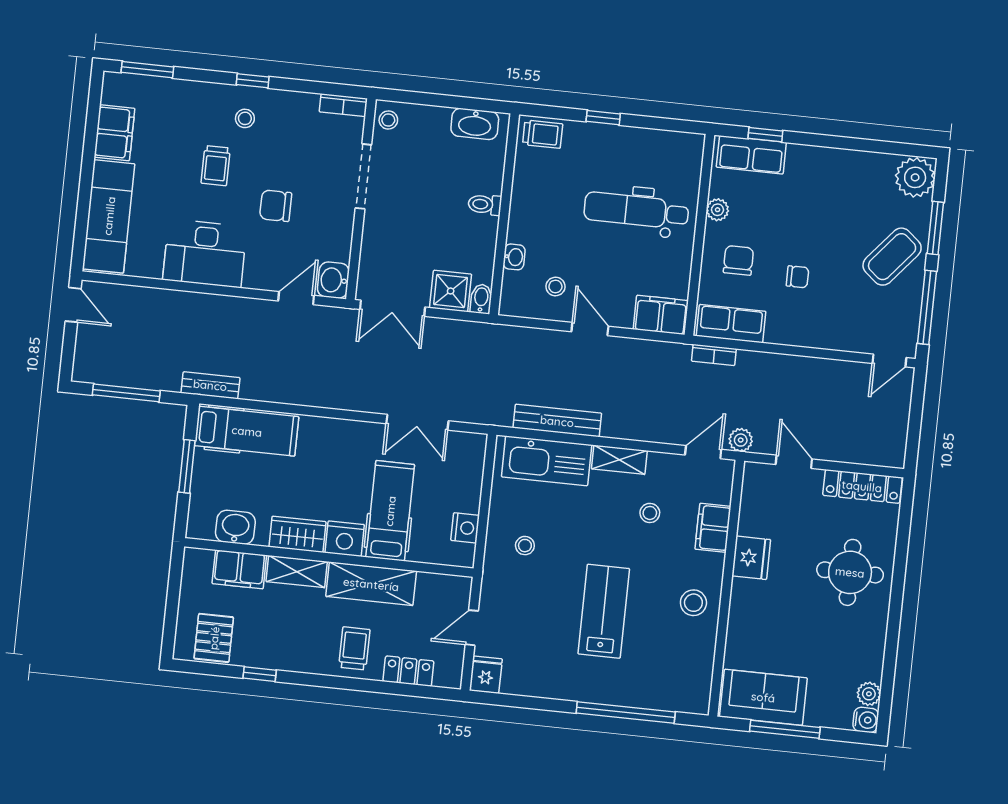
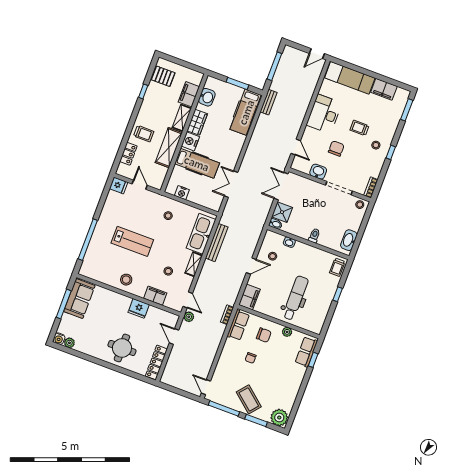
washbasin: (333, 280) -> (318, 172), moved
door: (794, 462) -> (174, 337), swing flipped

